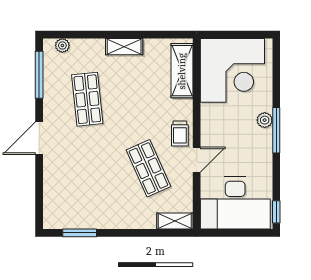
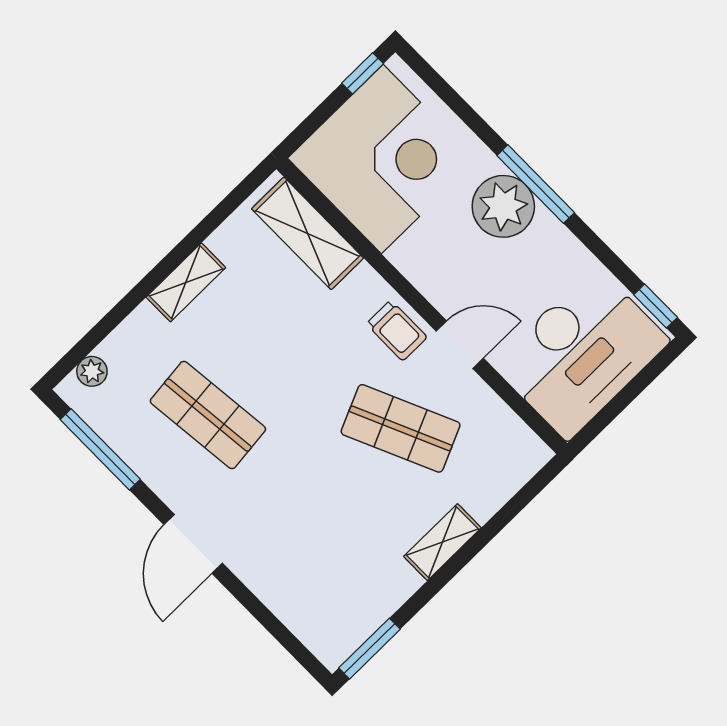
window: (254, 35) -> (363, 73), added
plant: (265, 120) -> (503, 206), width x1.87, depth x1.87
door: (197, 160) -> (460, 345), hinge flipped
shelving: (175, 221) -> (442, 542), moved
window: (80, 233) -> (369, 649), moved

